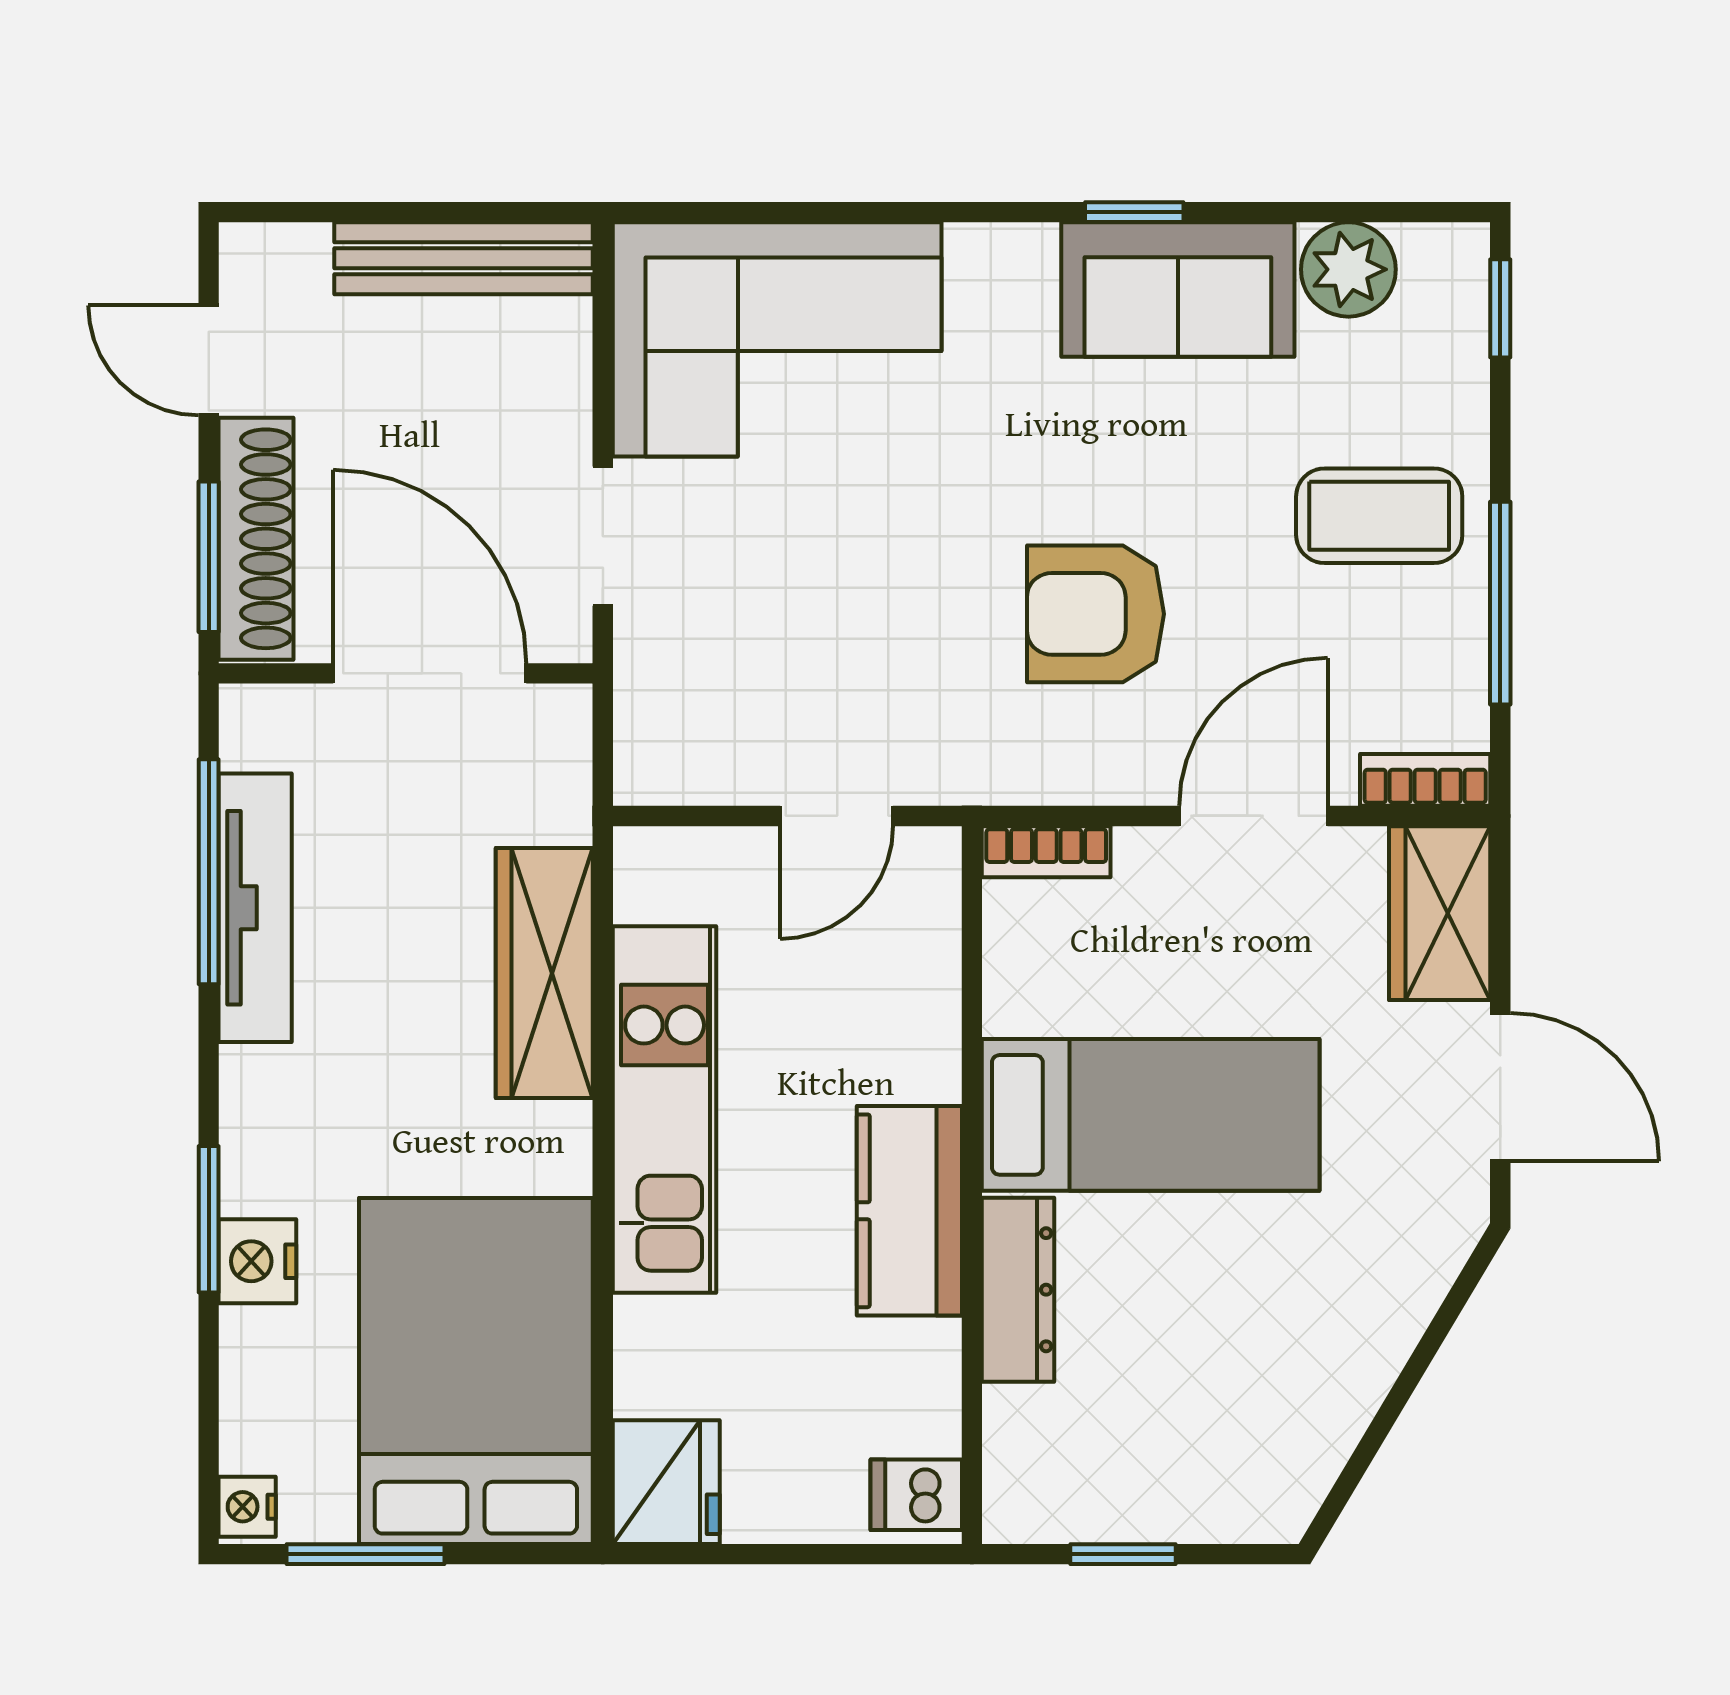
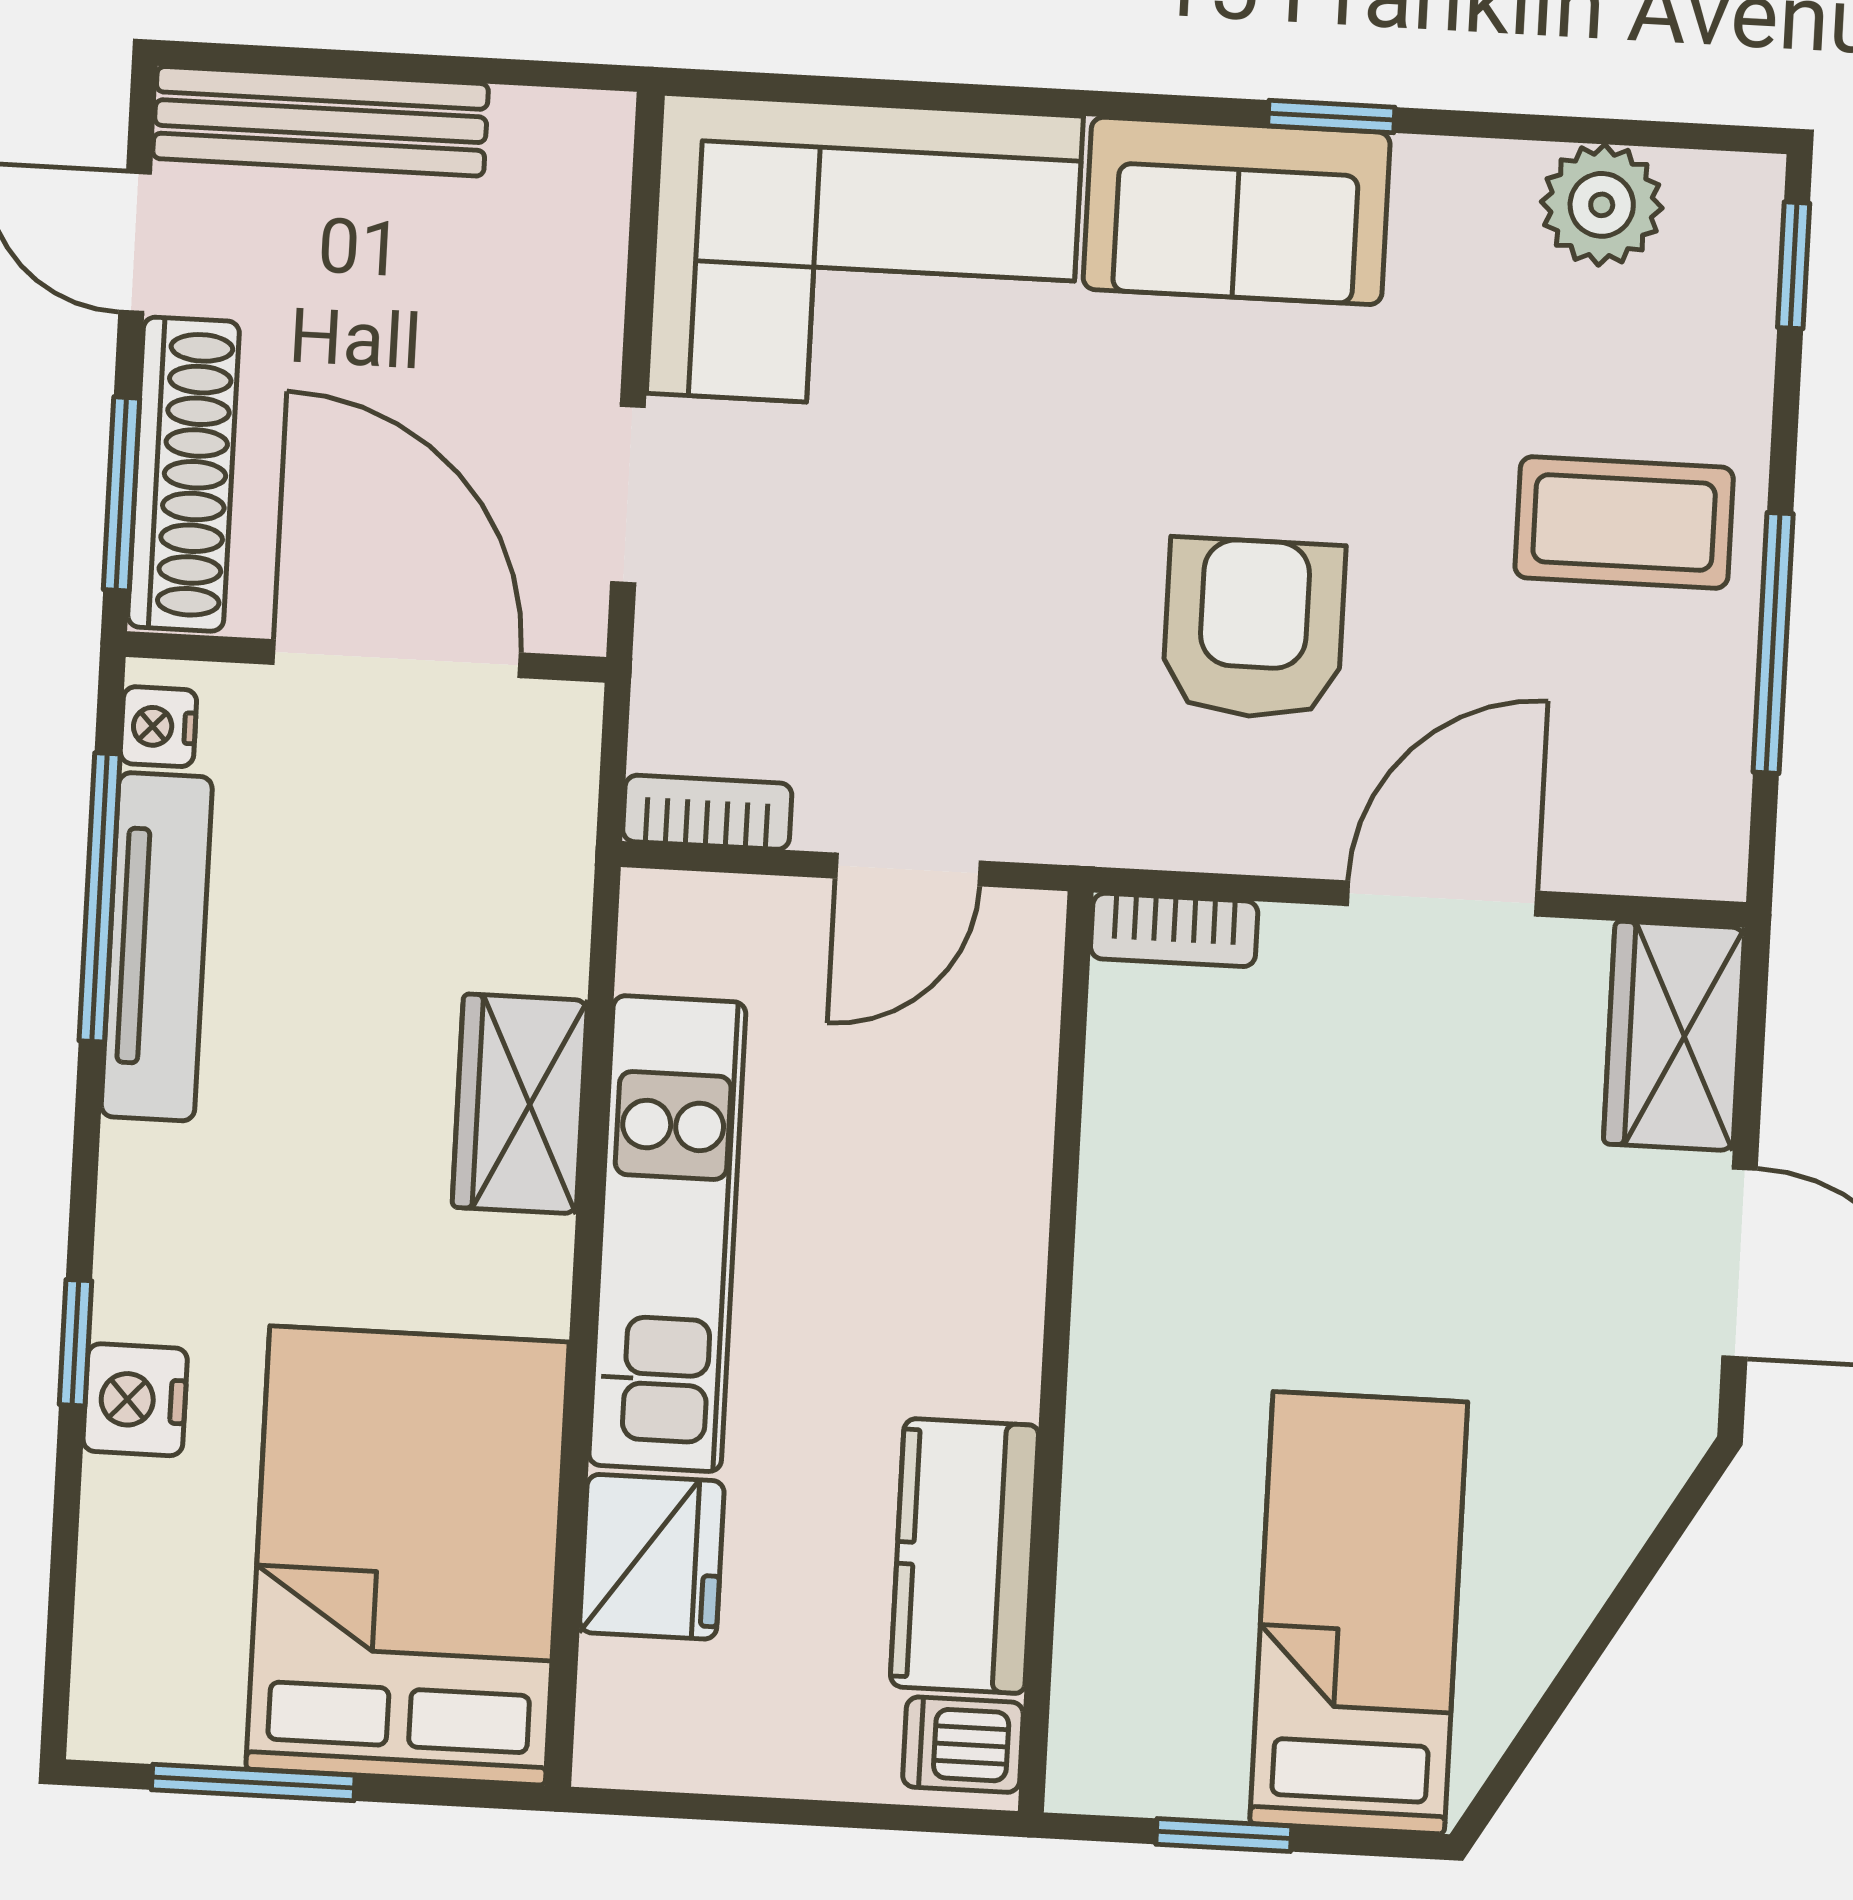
bench: (464, 258) -> (321, 121), moved
sofa: (1178, 290) -> (1237, 211), moved
armchair: (1095, 614) -> (1254, 629), turned 90
bookcase: (1425, 780) -> (707, 812), moved
wardrobe: (544, 973) -> (520, 1104), width x0.67
bed: (1151, 1115) -> (1359, 1613), moved, turned -90
kitchen counter: (909, 1211) -> (964, 1556), moved
window: (209, 1219) -> (76, 1343), width x0.67
dresser: (1018, 1290) -> (1108, 1489), removed
fridge: (666, 1482) -> (652, 1557), moved
nightstand: (247, 1507) -> (158, 727), moved

